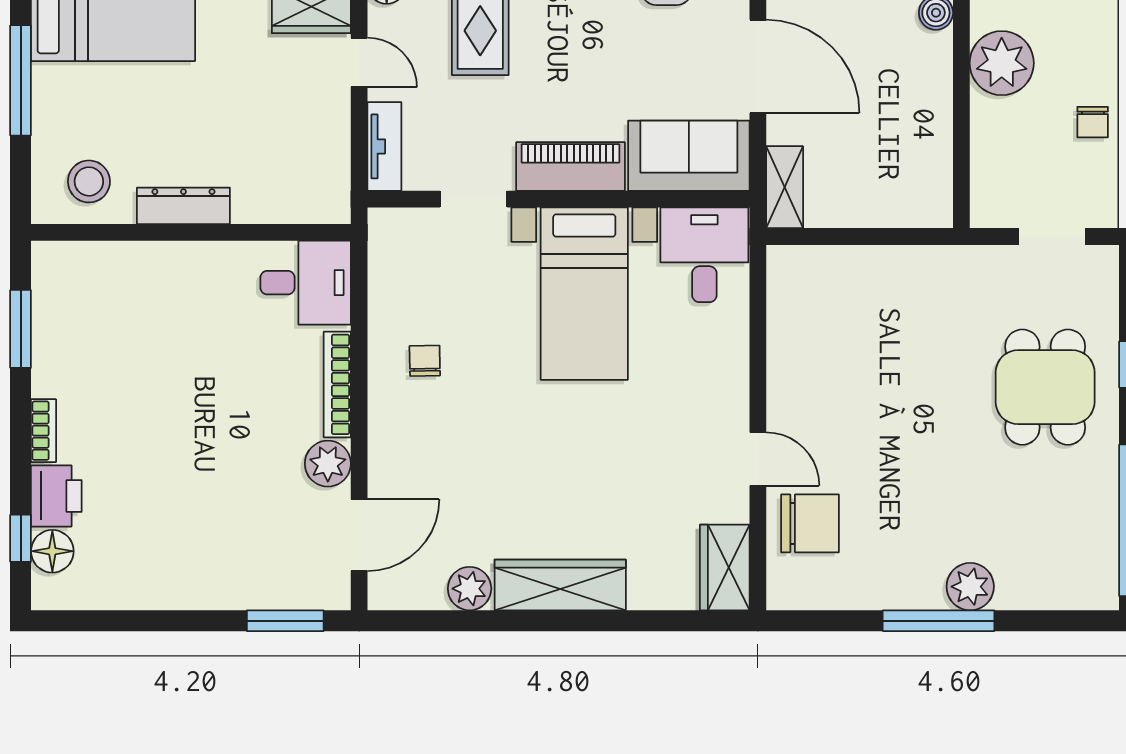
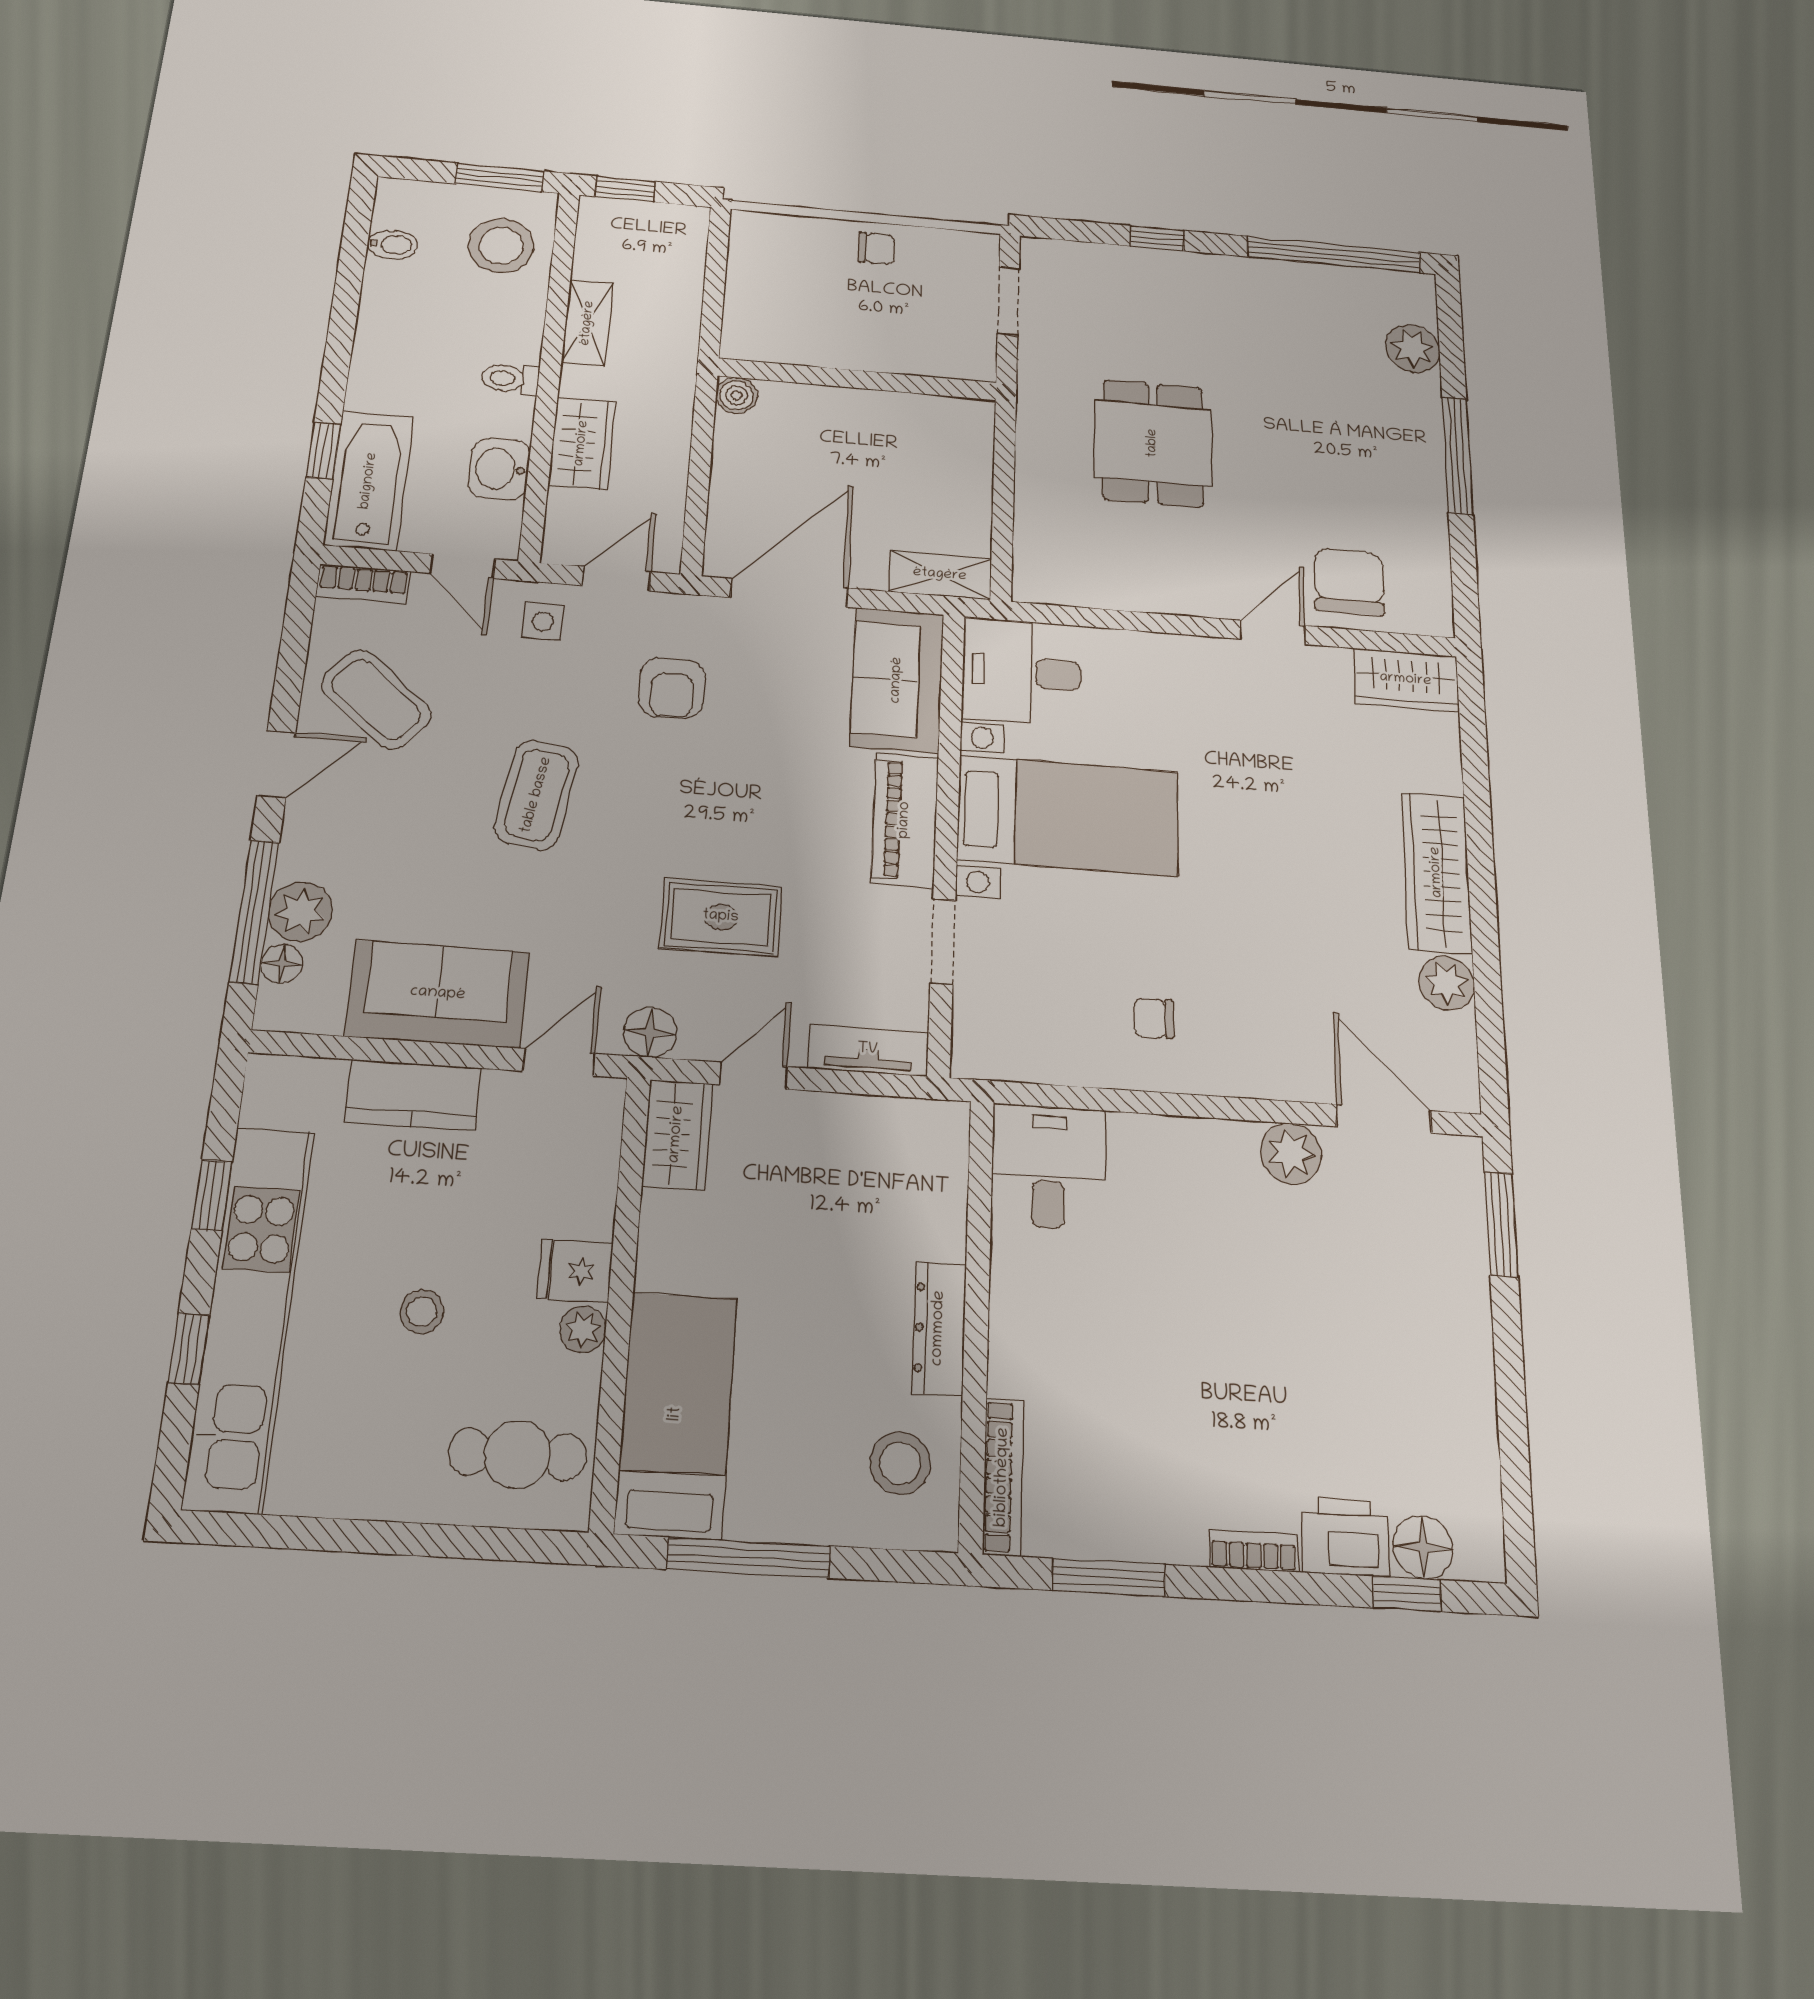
plant: (1002, 63) -> (802, 333), removed
bookcase: (337, 384) -> (1003, 1477), moved, turned -90
dining table: (1045, 387) -> (1153, 443), moved, turned 90
plant: (970, 587) -> (1413, 349), moved

